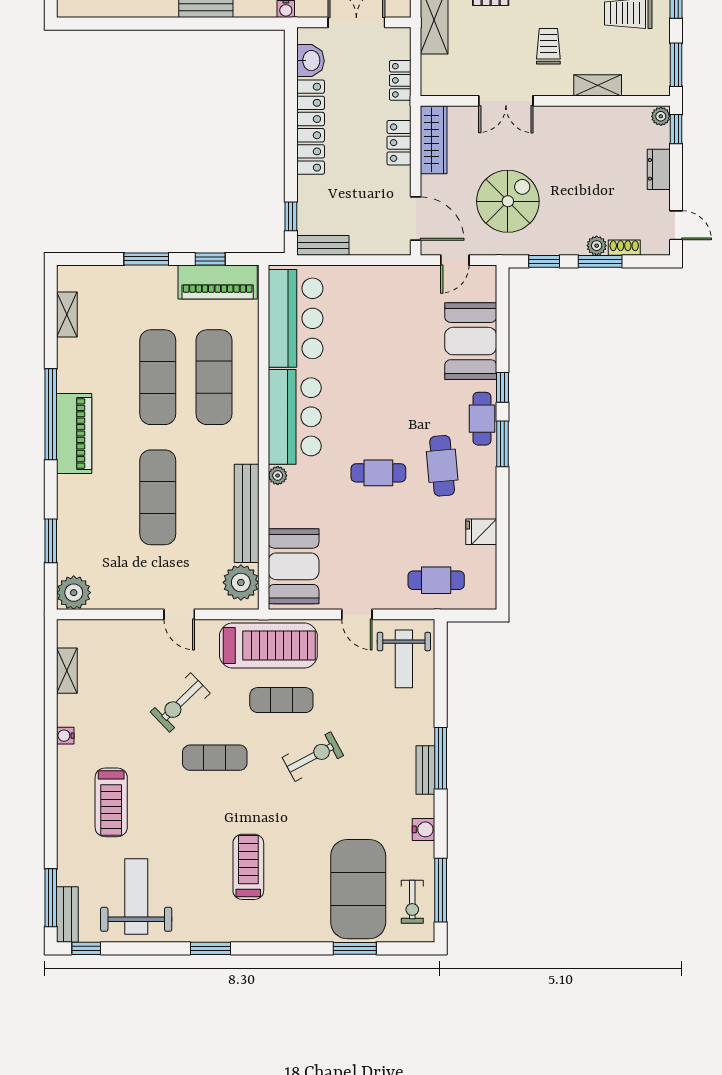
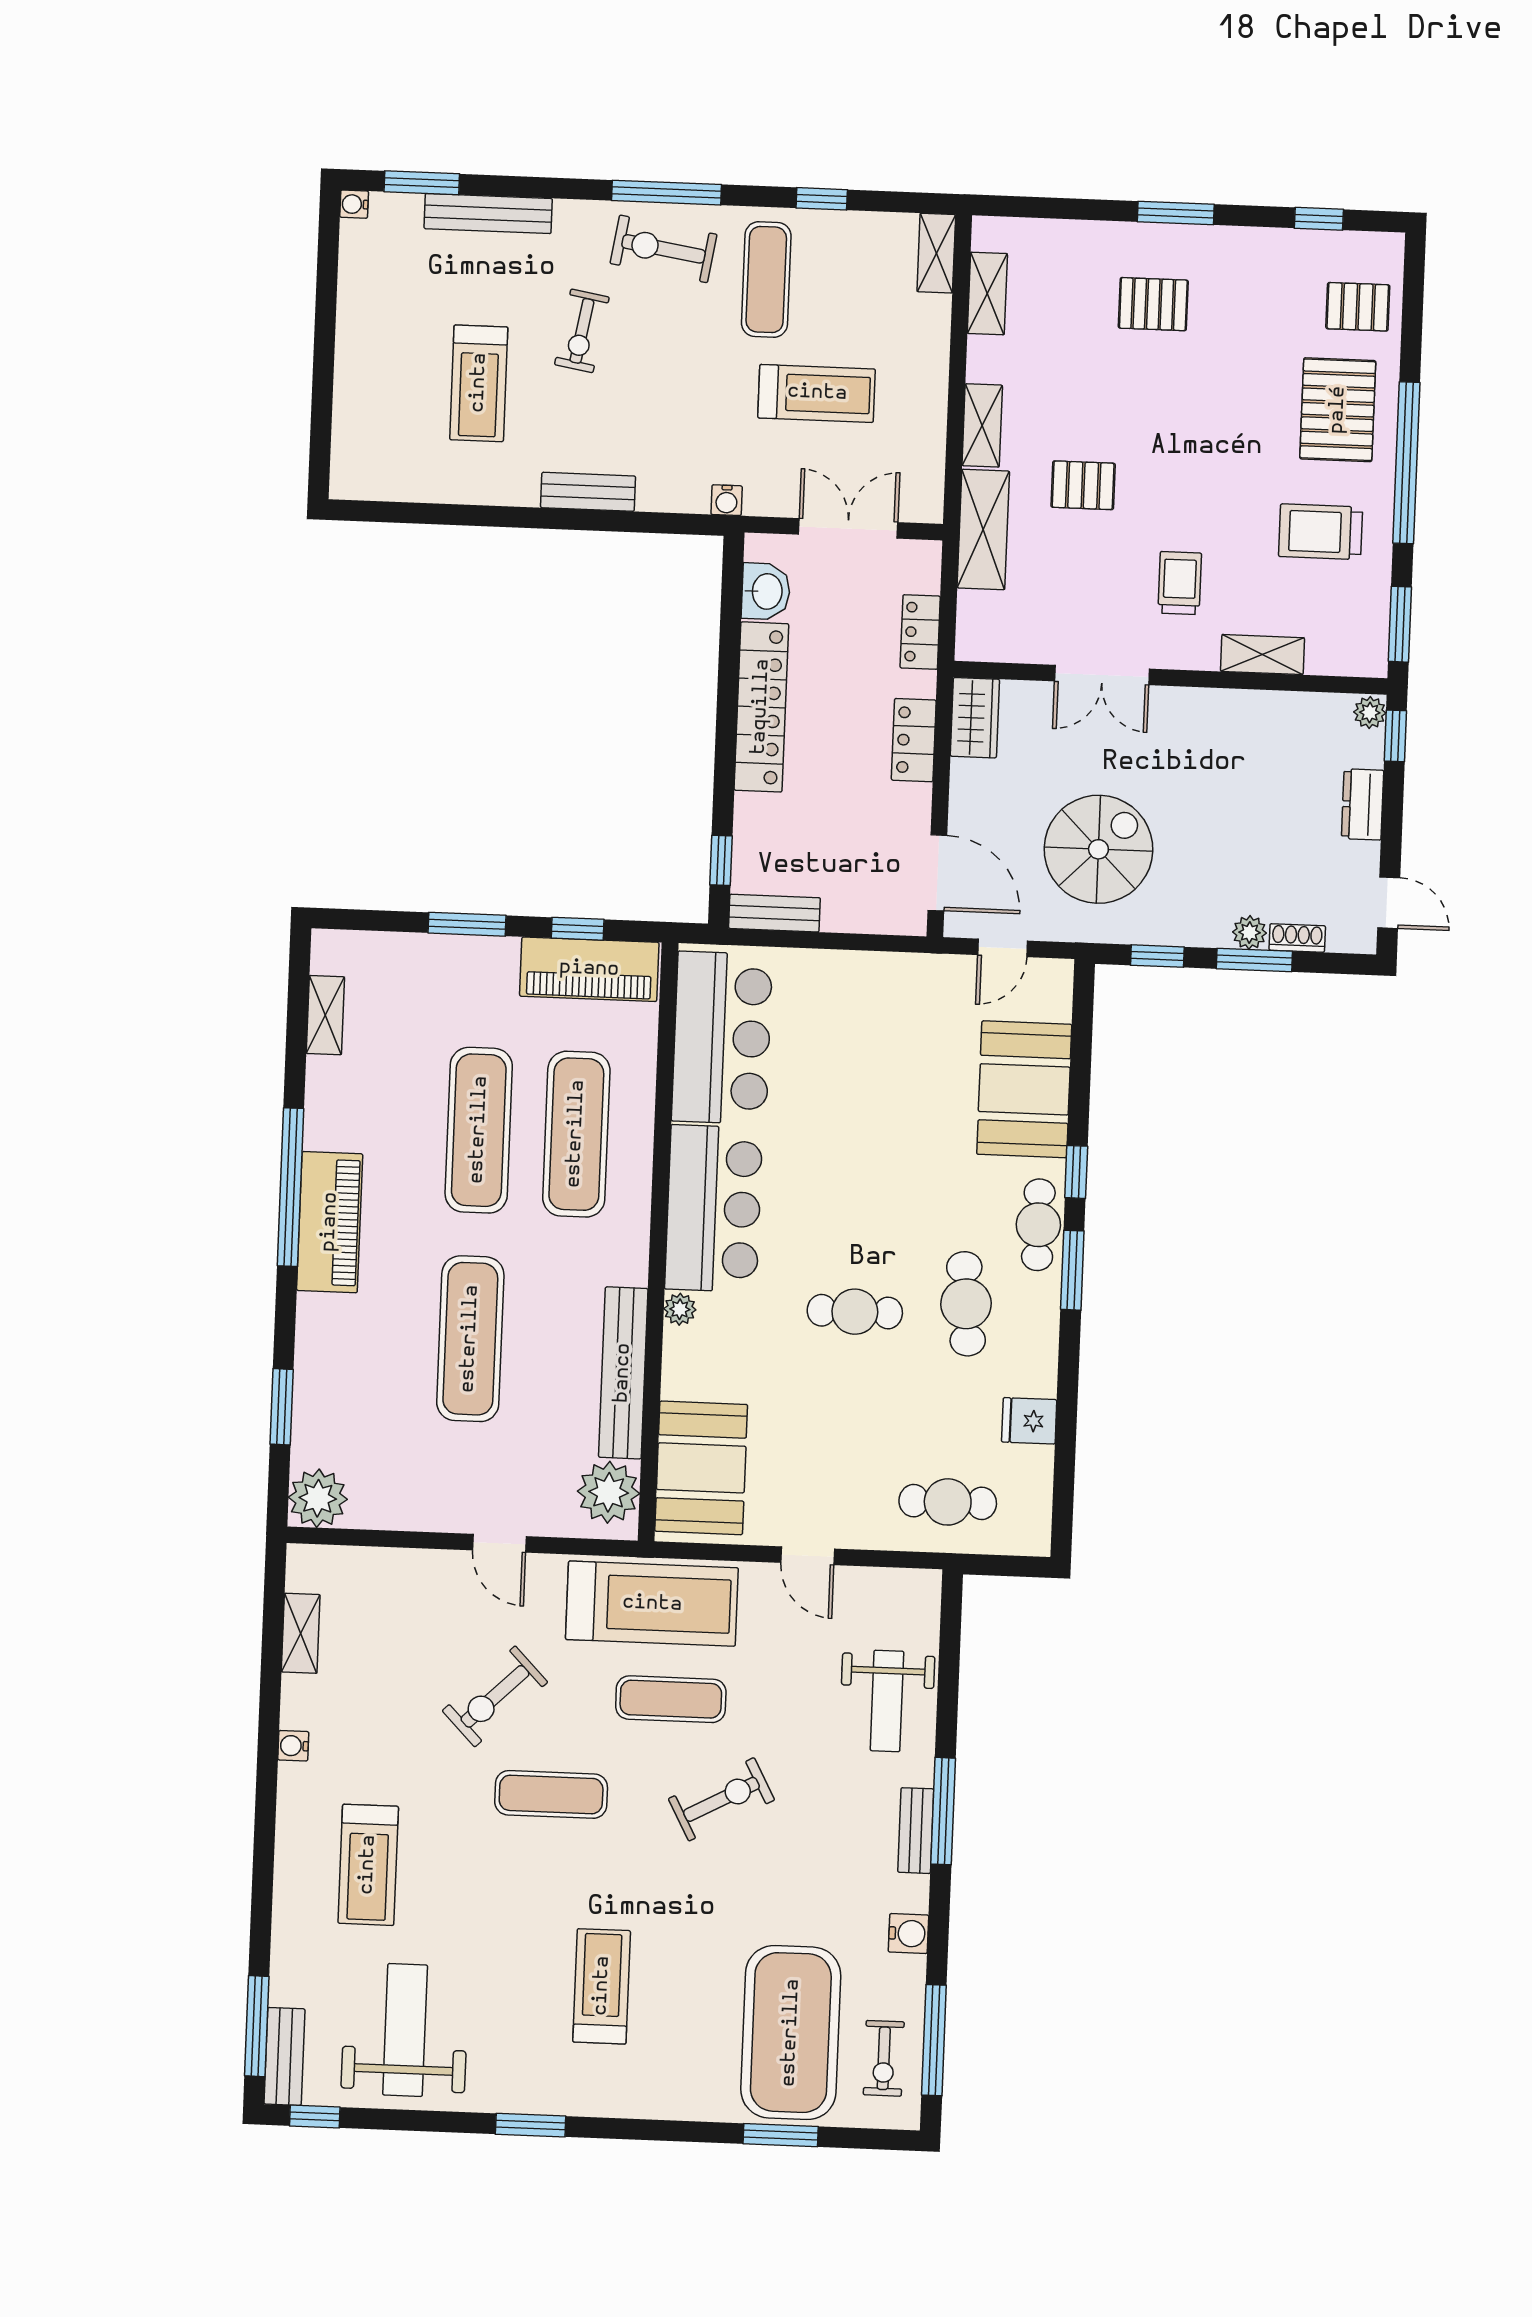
wardrobe: (434, 140) -> (975, 718), width x0.67
weight bench: (404, 659) -> (887, 1701), moved

